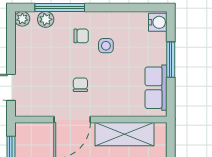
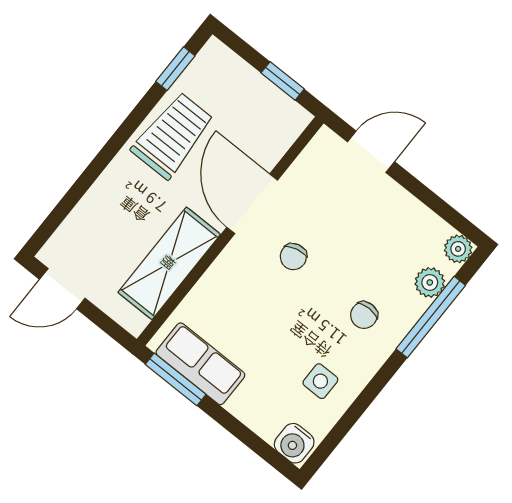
side table: (106, 46) -> (320, 381), moved
window: (171, 60) -> (176, 379), moved
chair: (80, 85) -> (293, 257), turned 77

